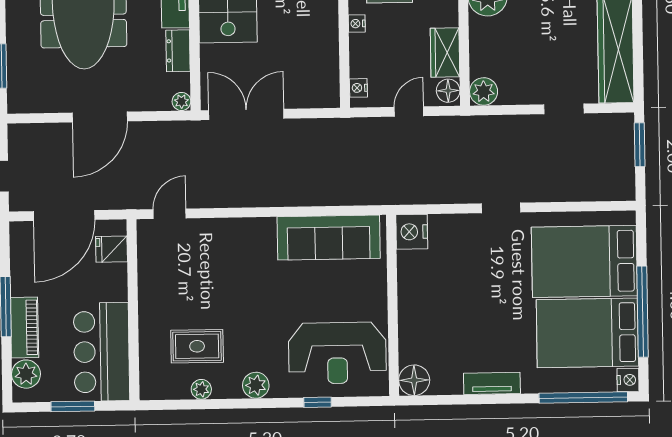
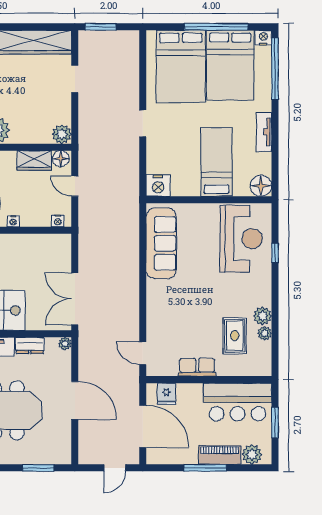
row of seats: (151, 293) -> (197, 367), added
bed: (447, 315) -> (216, 162), added
plant: (256, 385) -> (263, 316), moved

